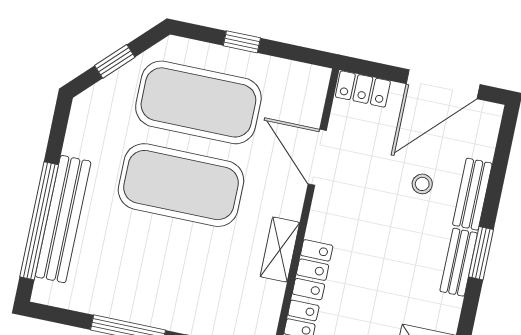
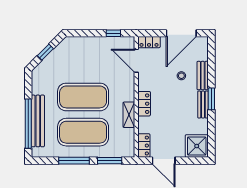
window: (242, 42) -> (113, 33), moved
exercise mat: (198, 102) -> (83, 132), moved
door: (317, 157) -> (136, 61), moved
locker: (313, 270) -> (144, 104), moved

